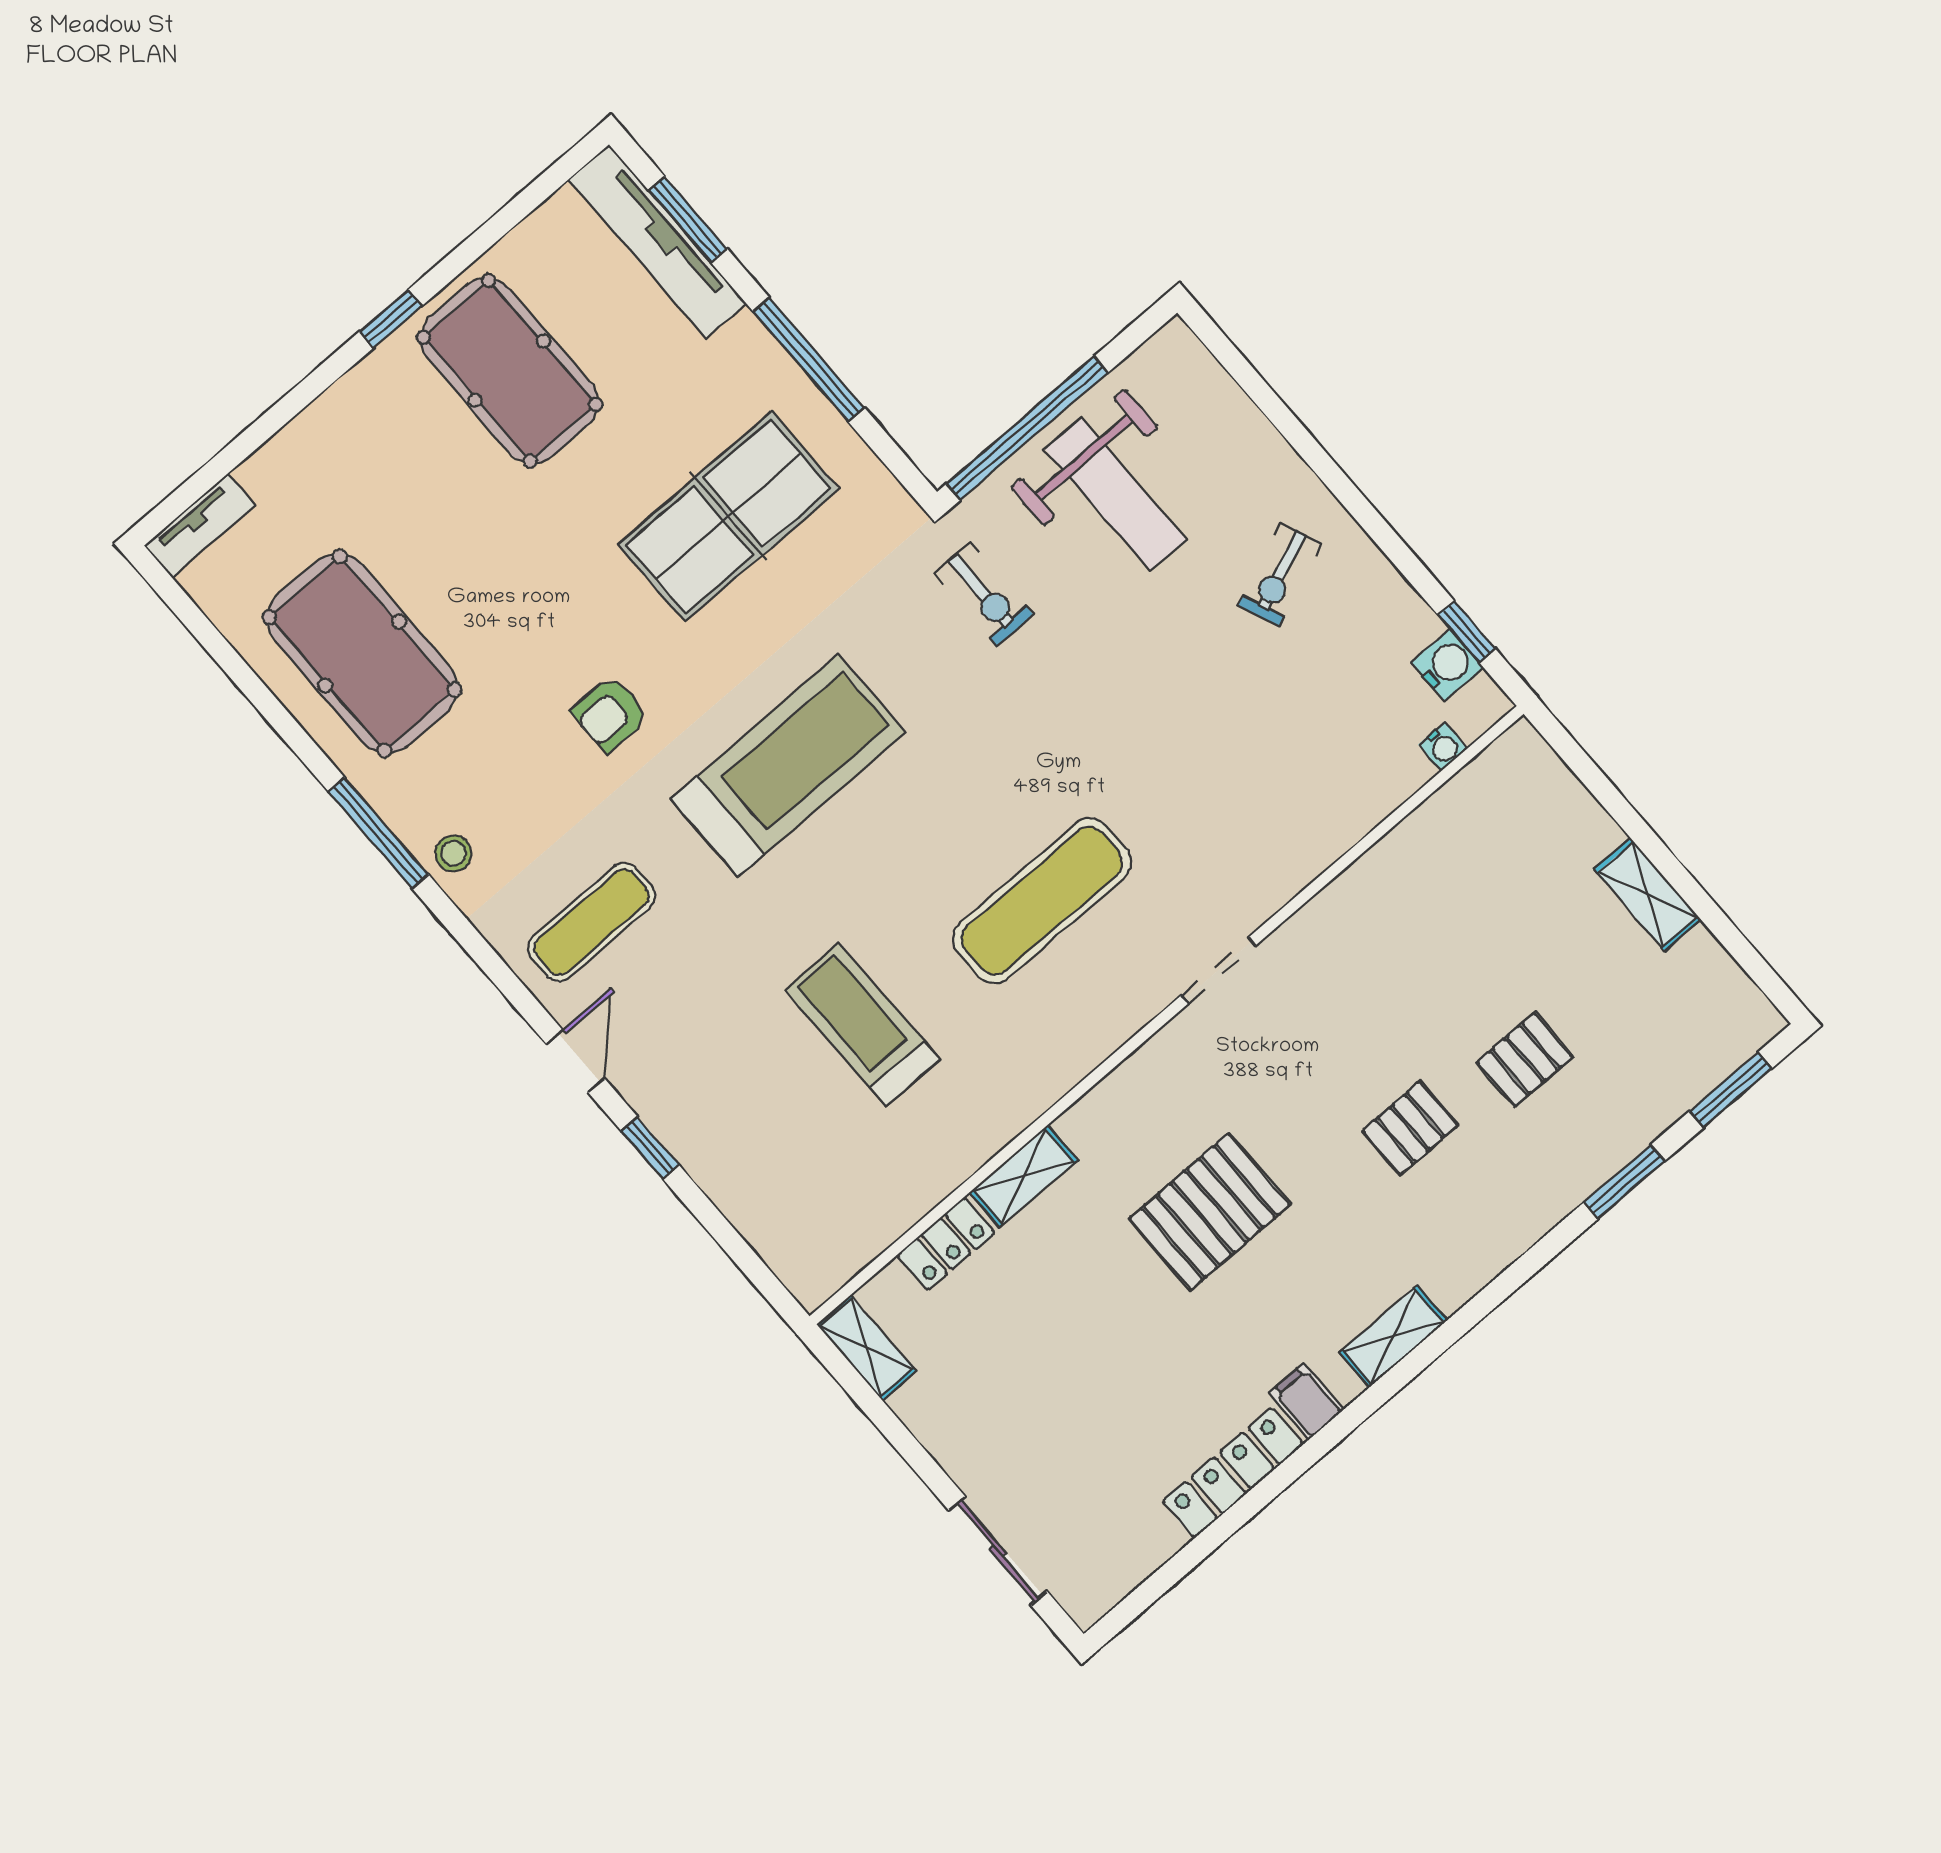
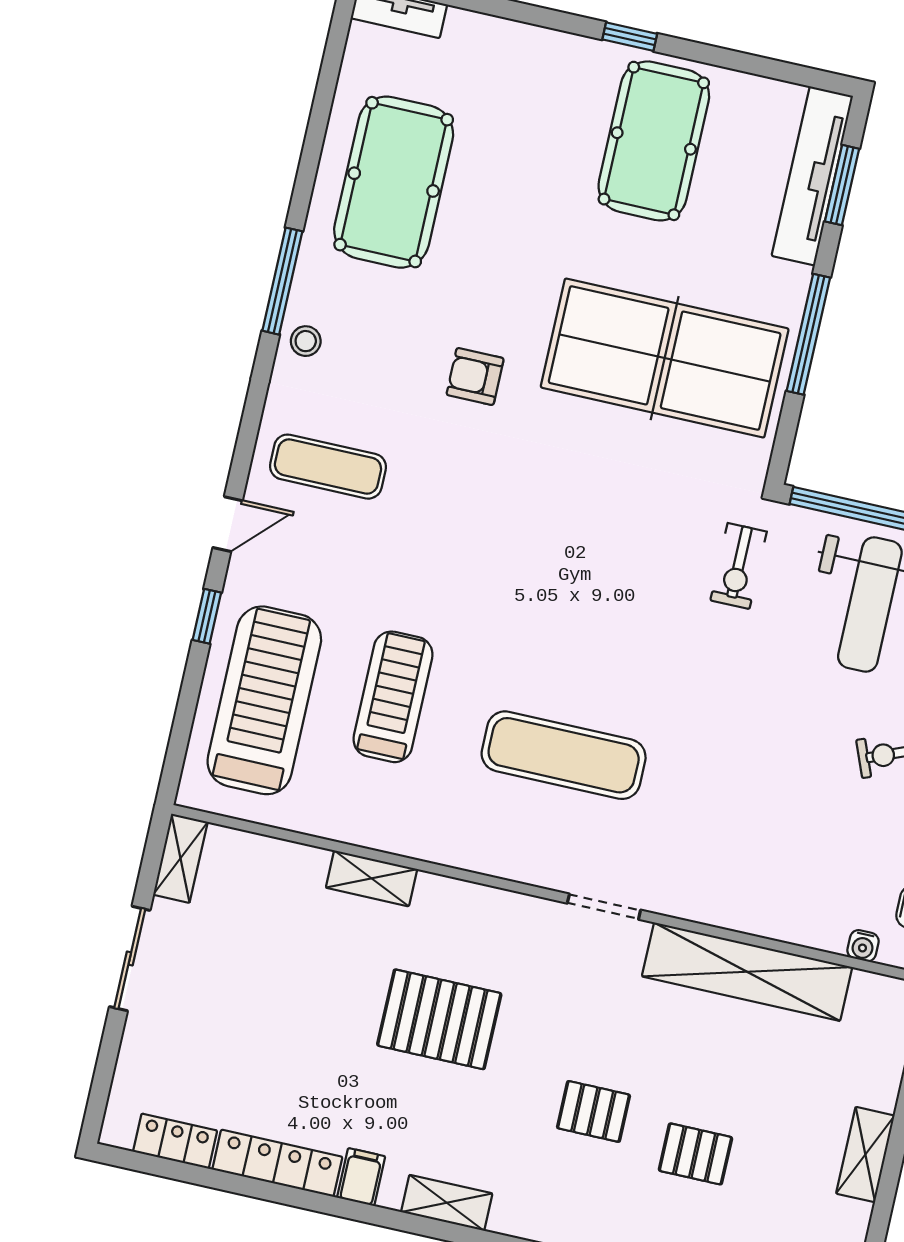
table tennis table: (728, 516) -> (665, 358), width x1.36, depth x1.32
treadmill: (788, 765) -> (264, 700), moved, turned -90
shelving: (1385, 878) -> (747, 972), added
locker: (946, 1244) -> (175, 1141), moved, turned 180
sliding door: (998, 1551) -> (130, 958), moved

